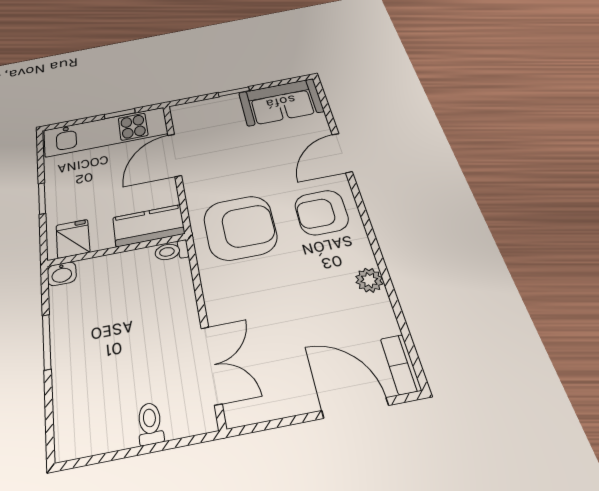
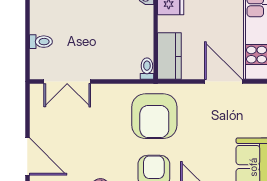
door: (355, 408) -> (27, 156), hinge flipped

